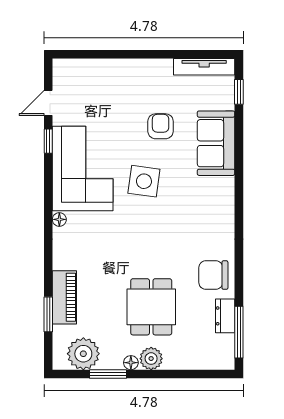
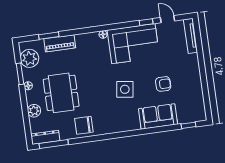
tv unit: (204, 67) -> (191, 36), moved
side table: (144, 181) -> (125, 89), moved
chair: (213, 275) -> (84, 125), turned -90
dining table: (151, 307) -> (61, 93), width x1.38
dresser: (225, 316) -> (45, 137), moved, width x1.44
plant: (151, 359) -> (34, 111), moved

